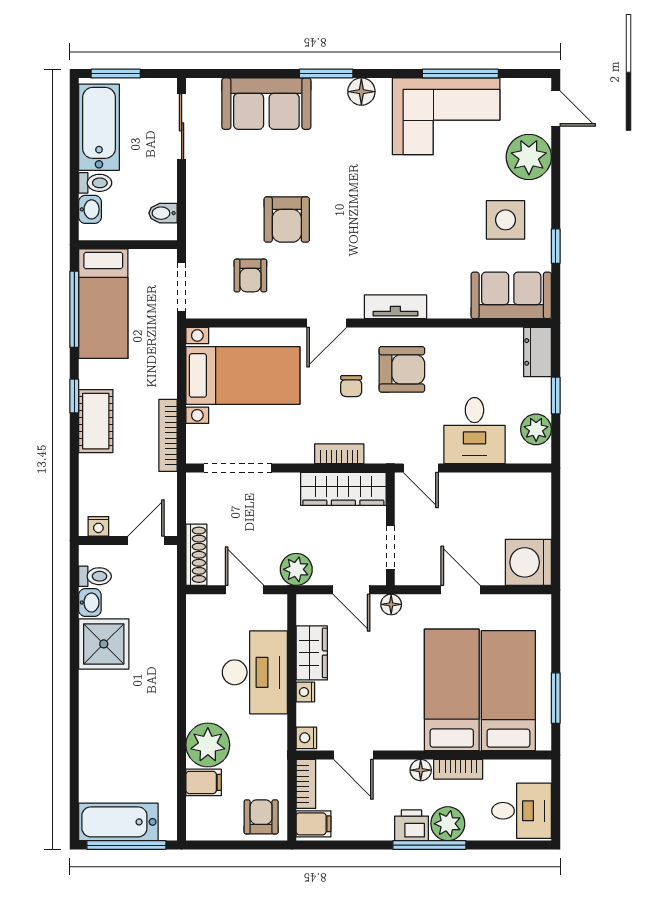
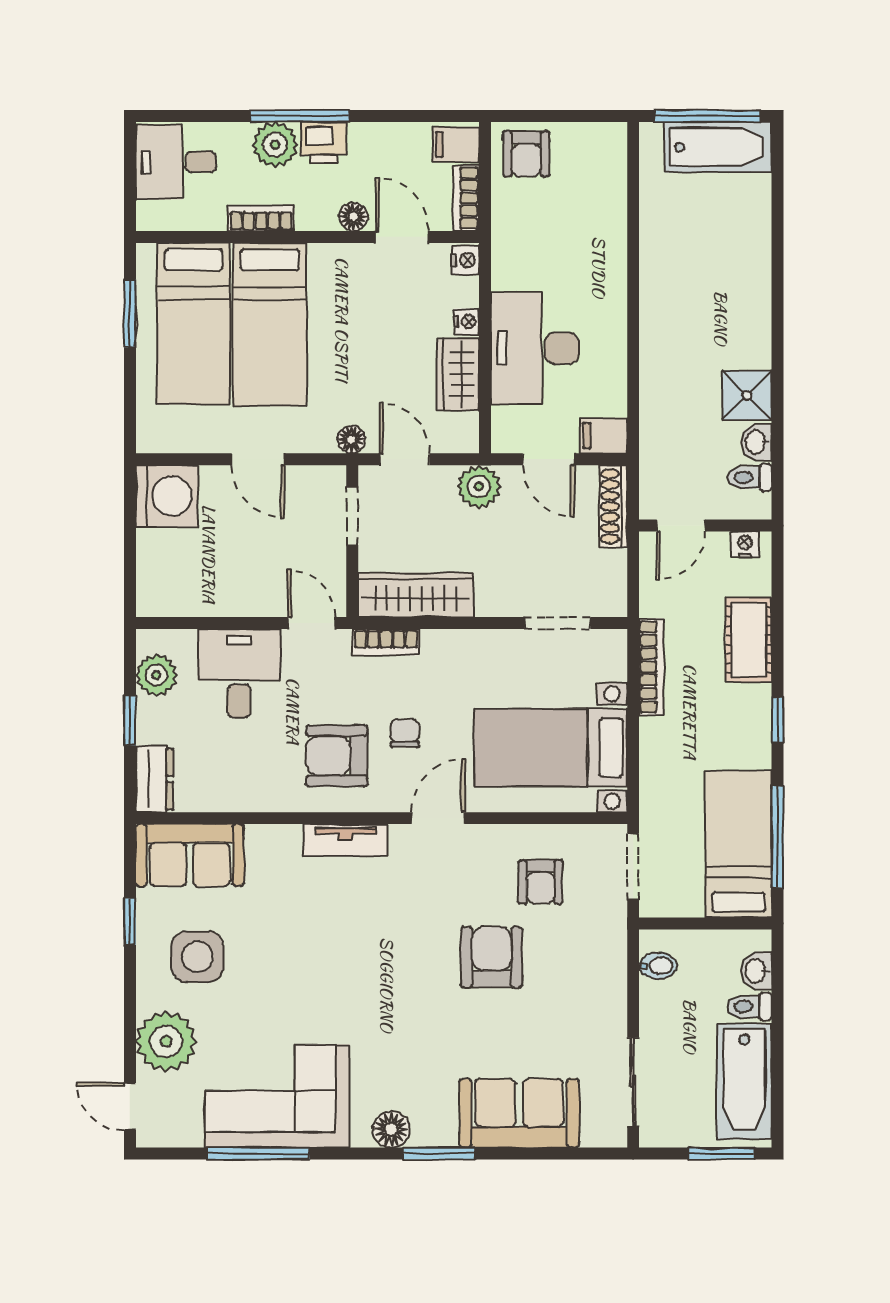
armchair: (250, 275) -> (541, 882), turned 180
cot: (96, 421) -> (749, 640), moved
bookcase: (339, 454) -> (386, 642), moved
doorway: (238, 468) -> (557, 623), width x0.73
shower: (104, 644) -> (747, 395), width x0.73, depth x0.73
plant: (208, 745) -> (598, 251), removed
floor lamp: (421, 770) -> (353, 217), moved
filing cabinet: (204, 782) -> (604, 436), moved

